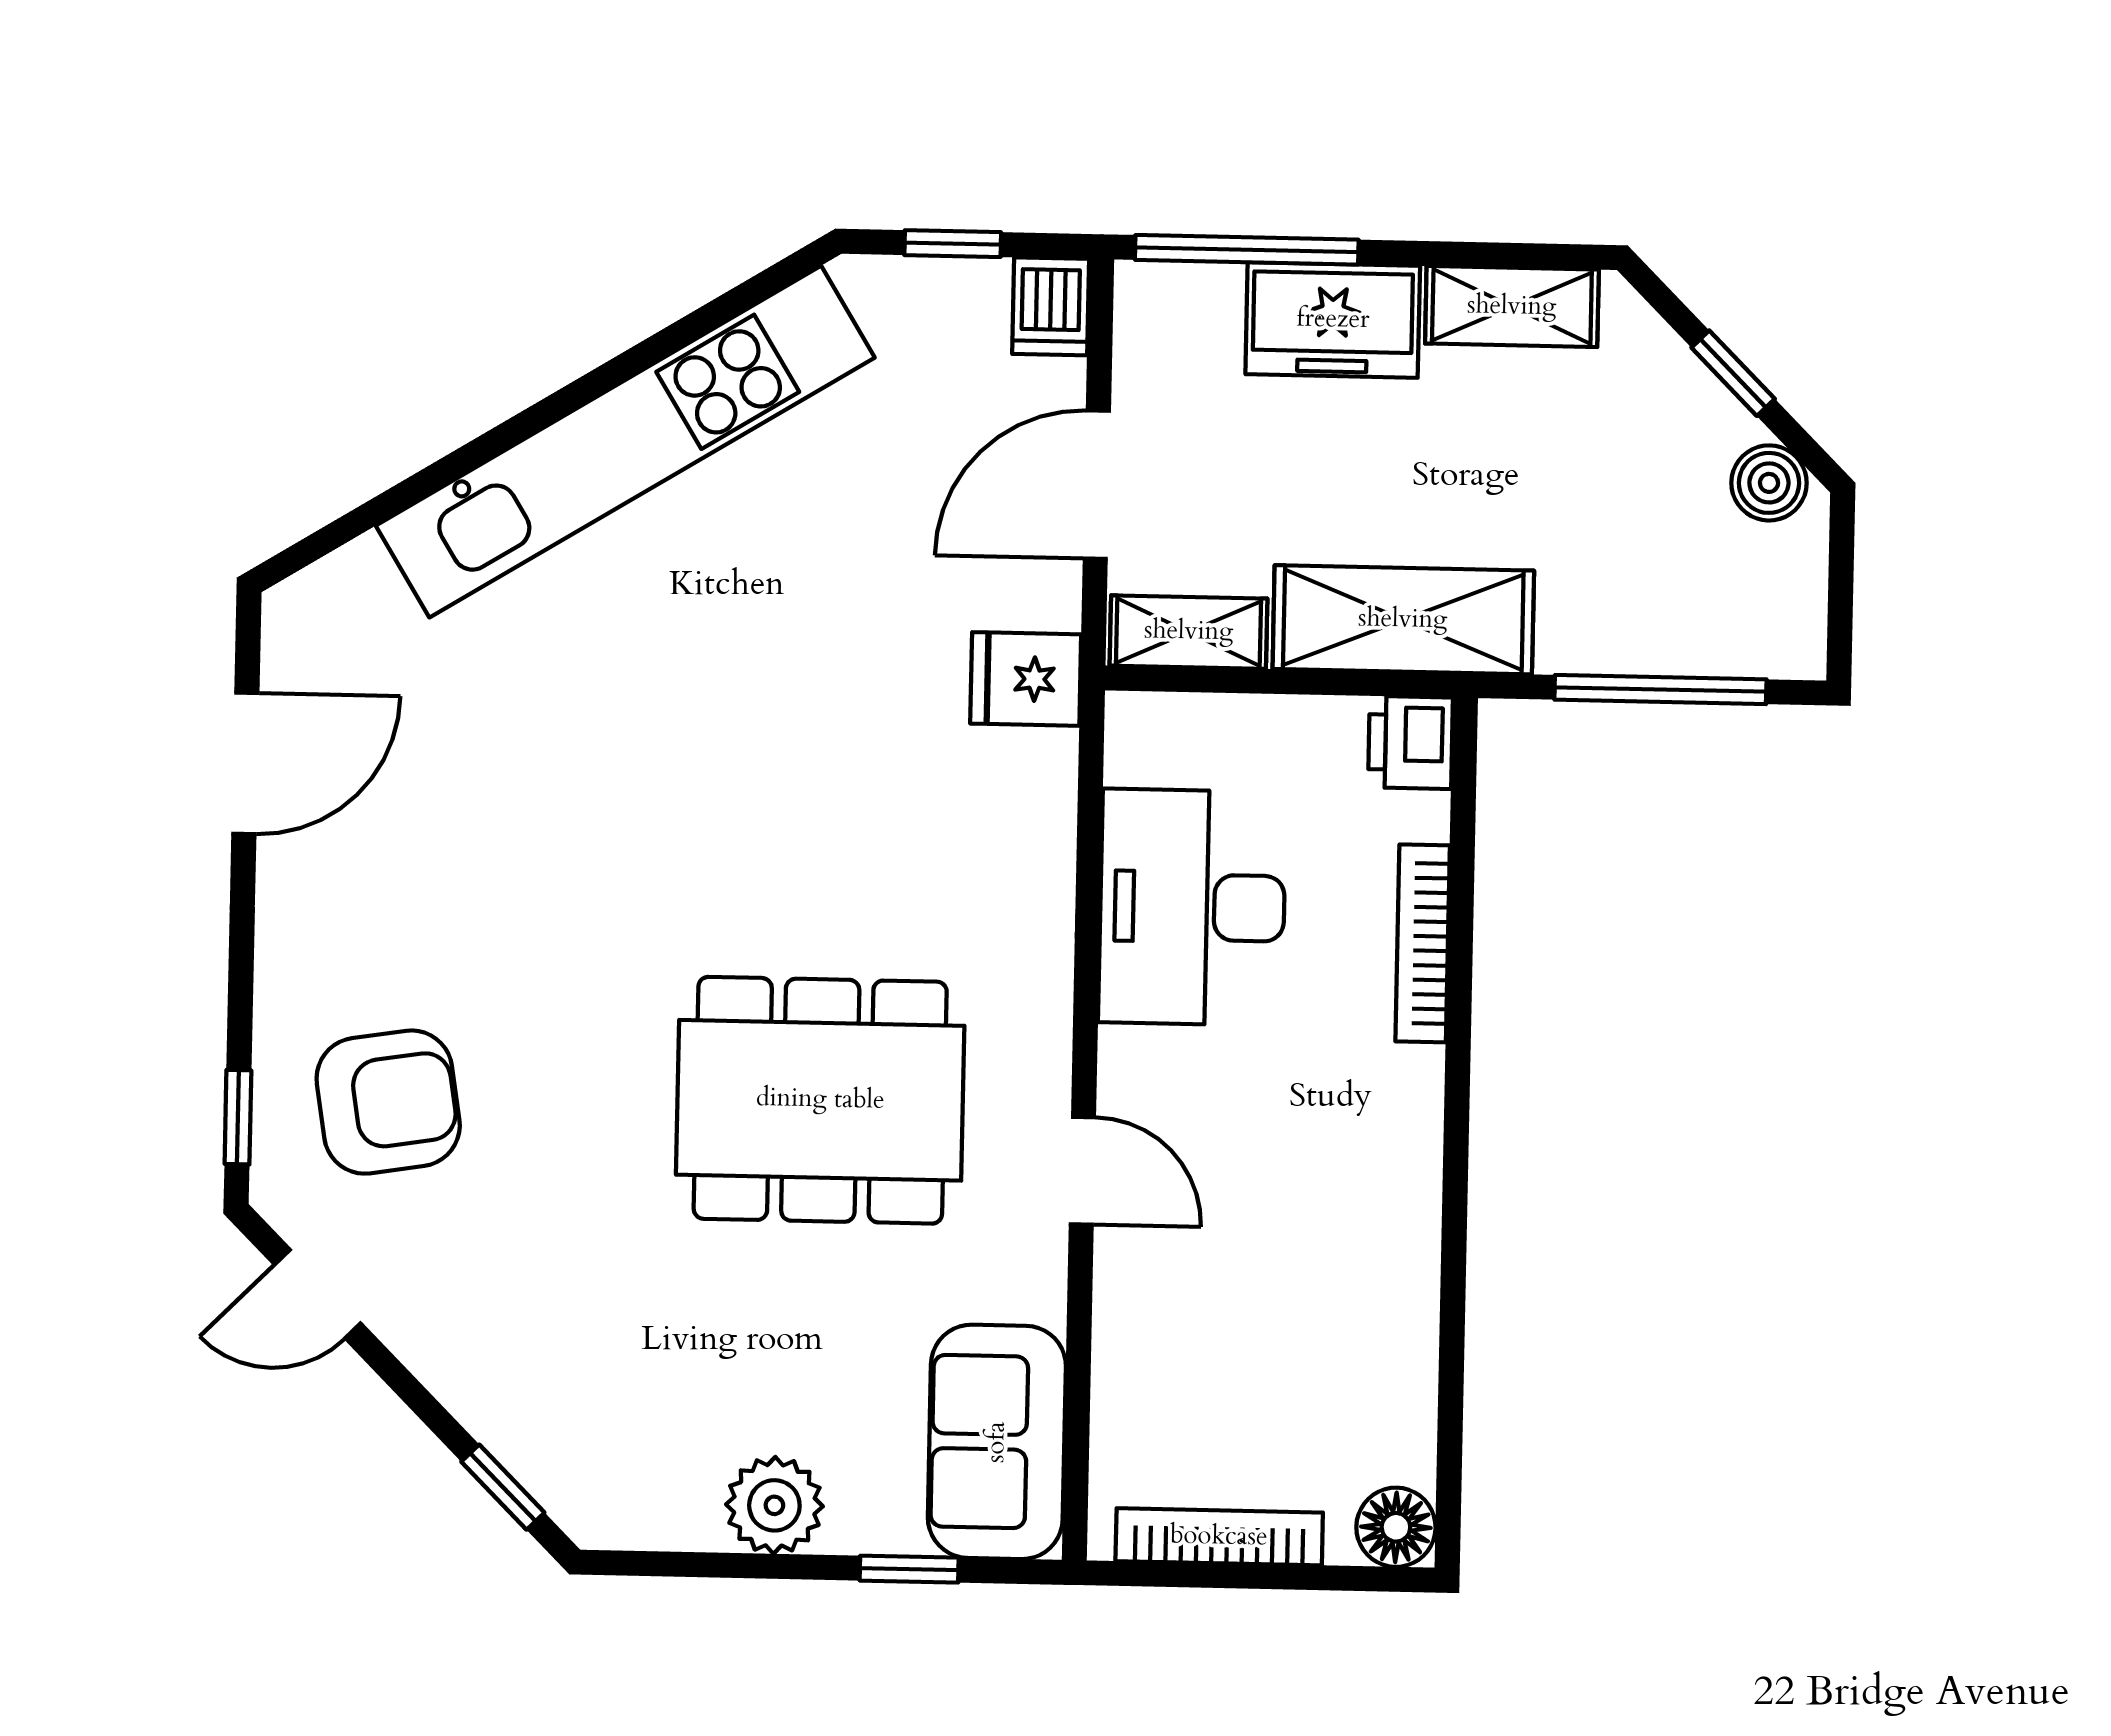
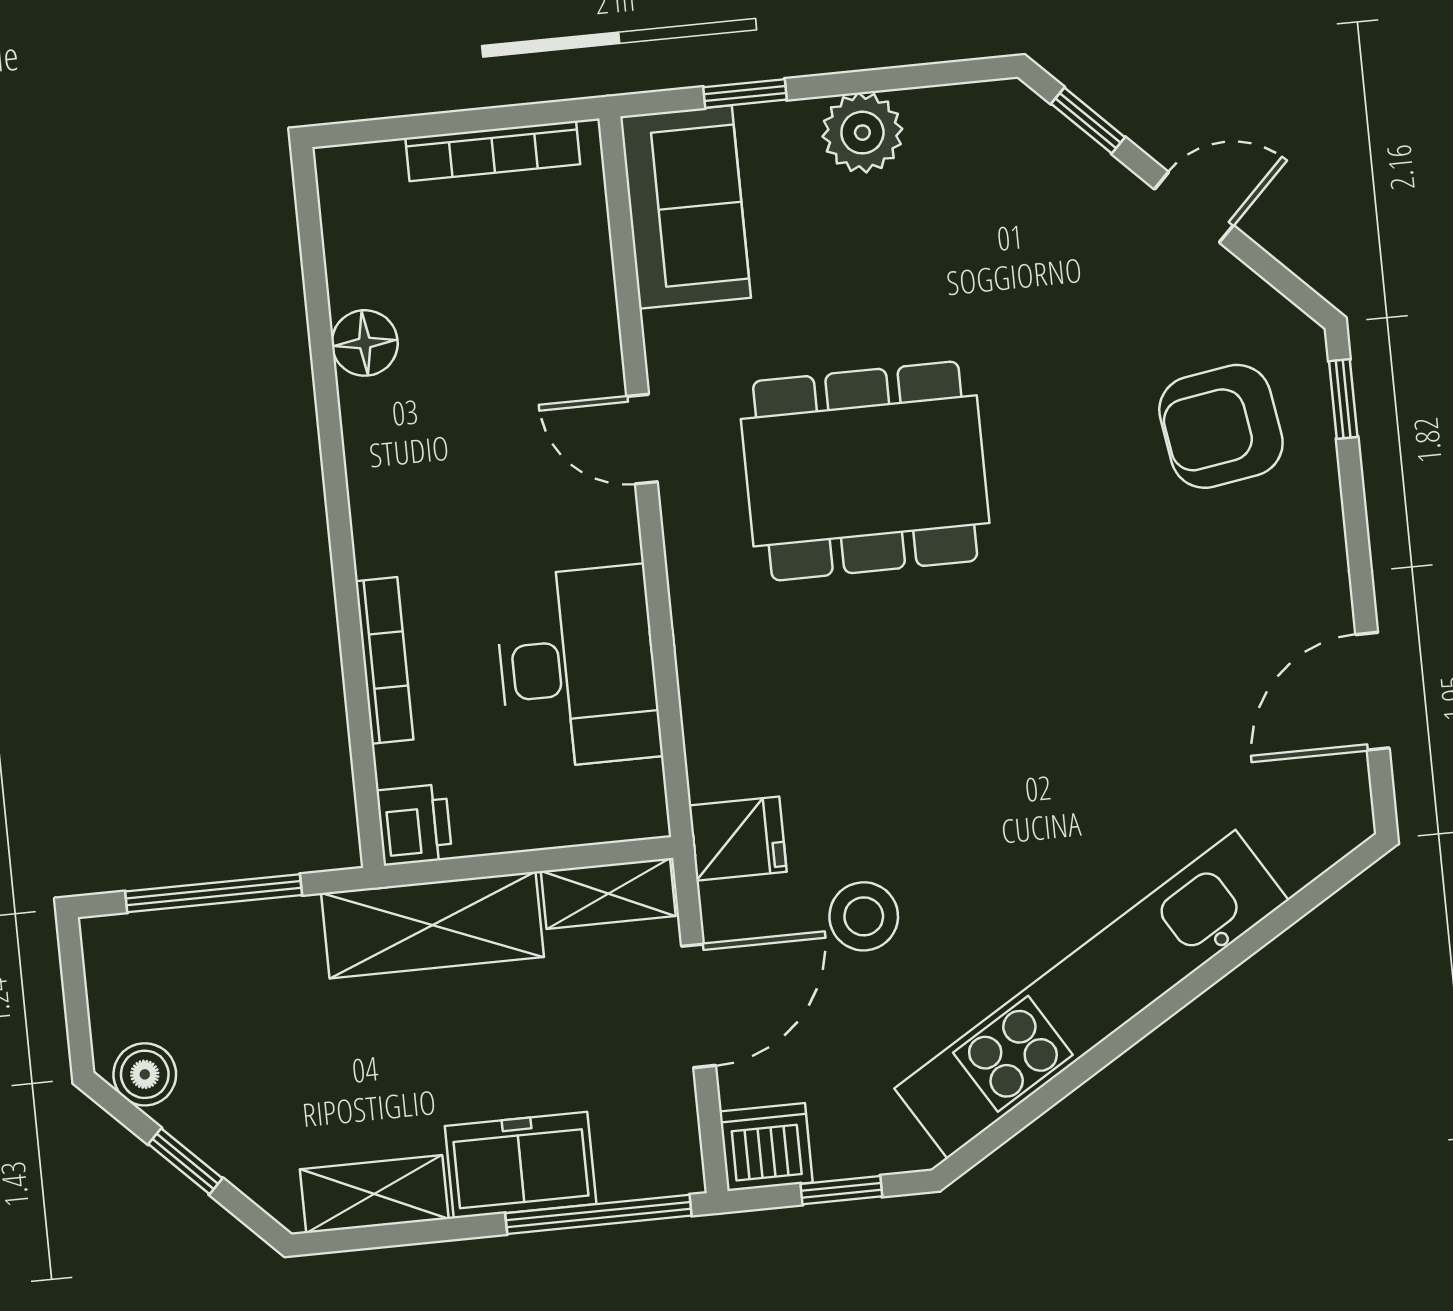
dishwasher: (1051, 306) -> (766, 1147), width x1.38
stool: (886, 568) -> (864, 916), added
door: (318, 1294) -> (1194, 207), moved
floor lamp: (1396, 1527) -> (365, 343), moved

